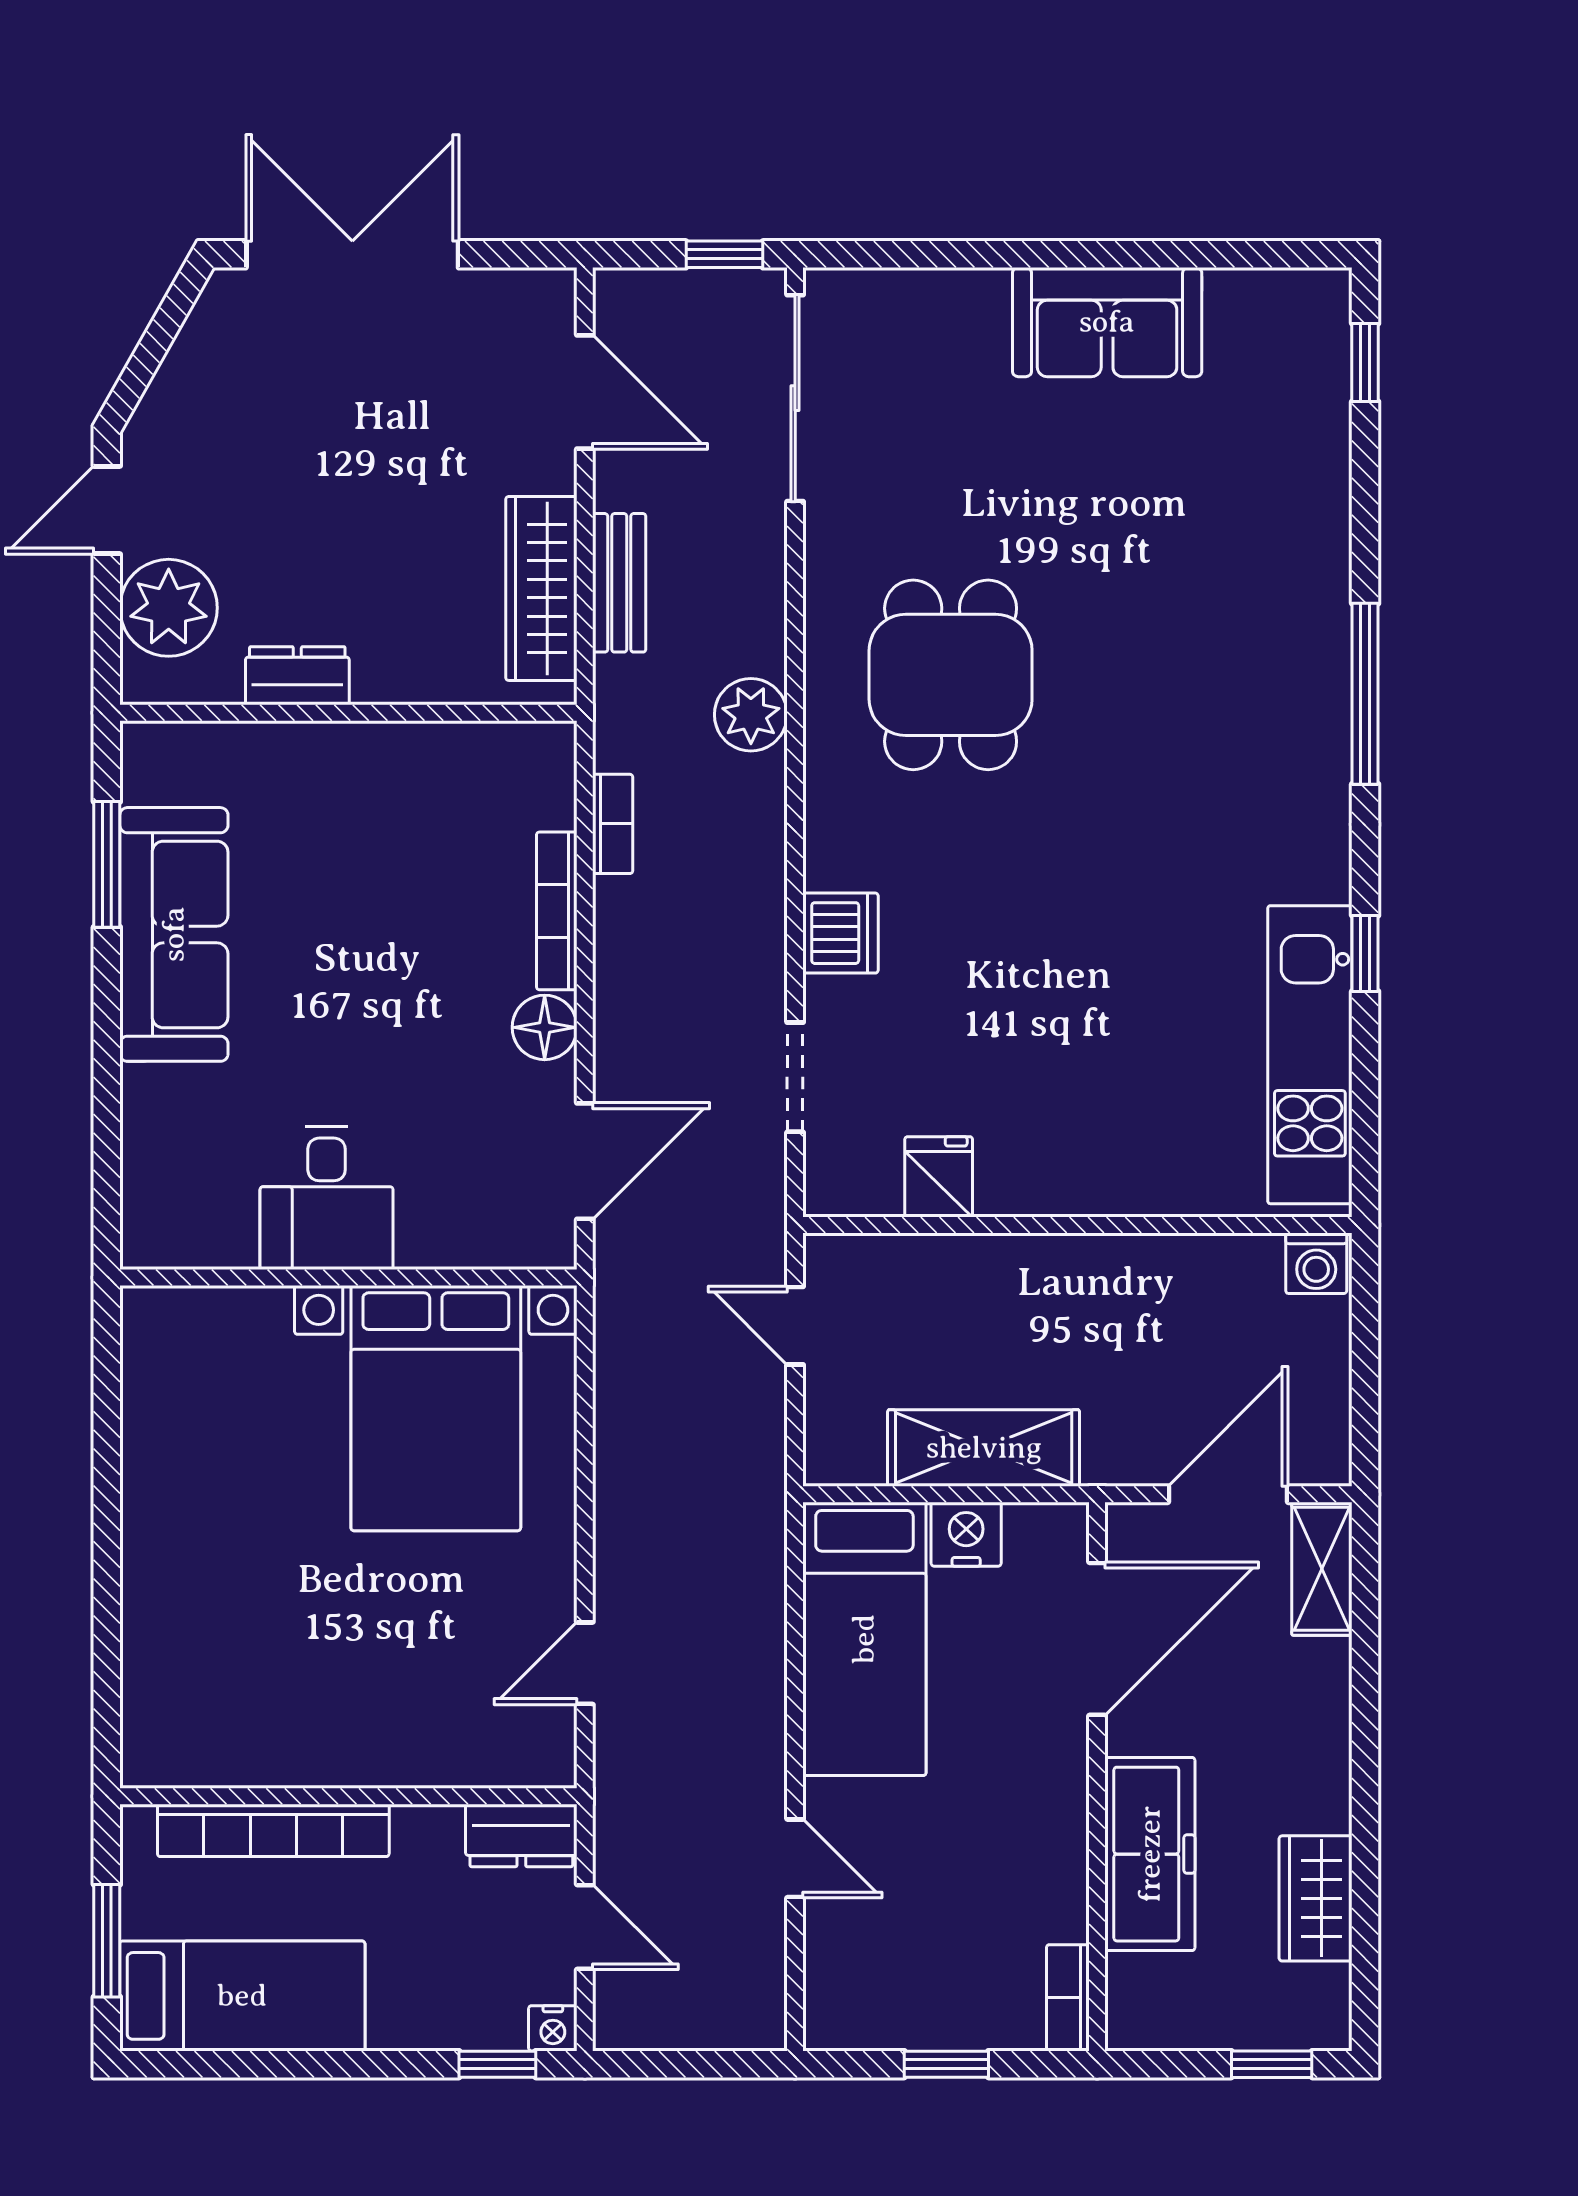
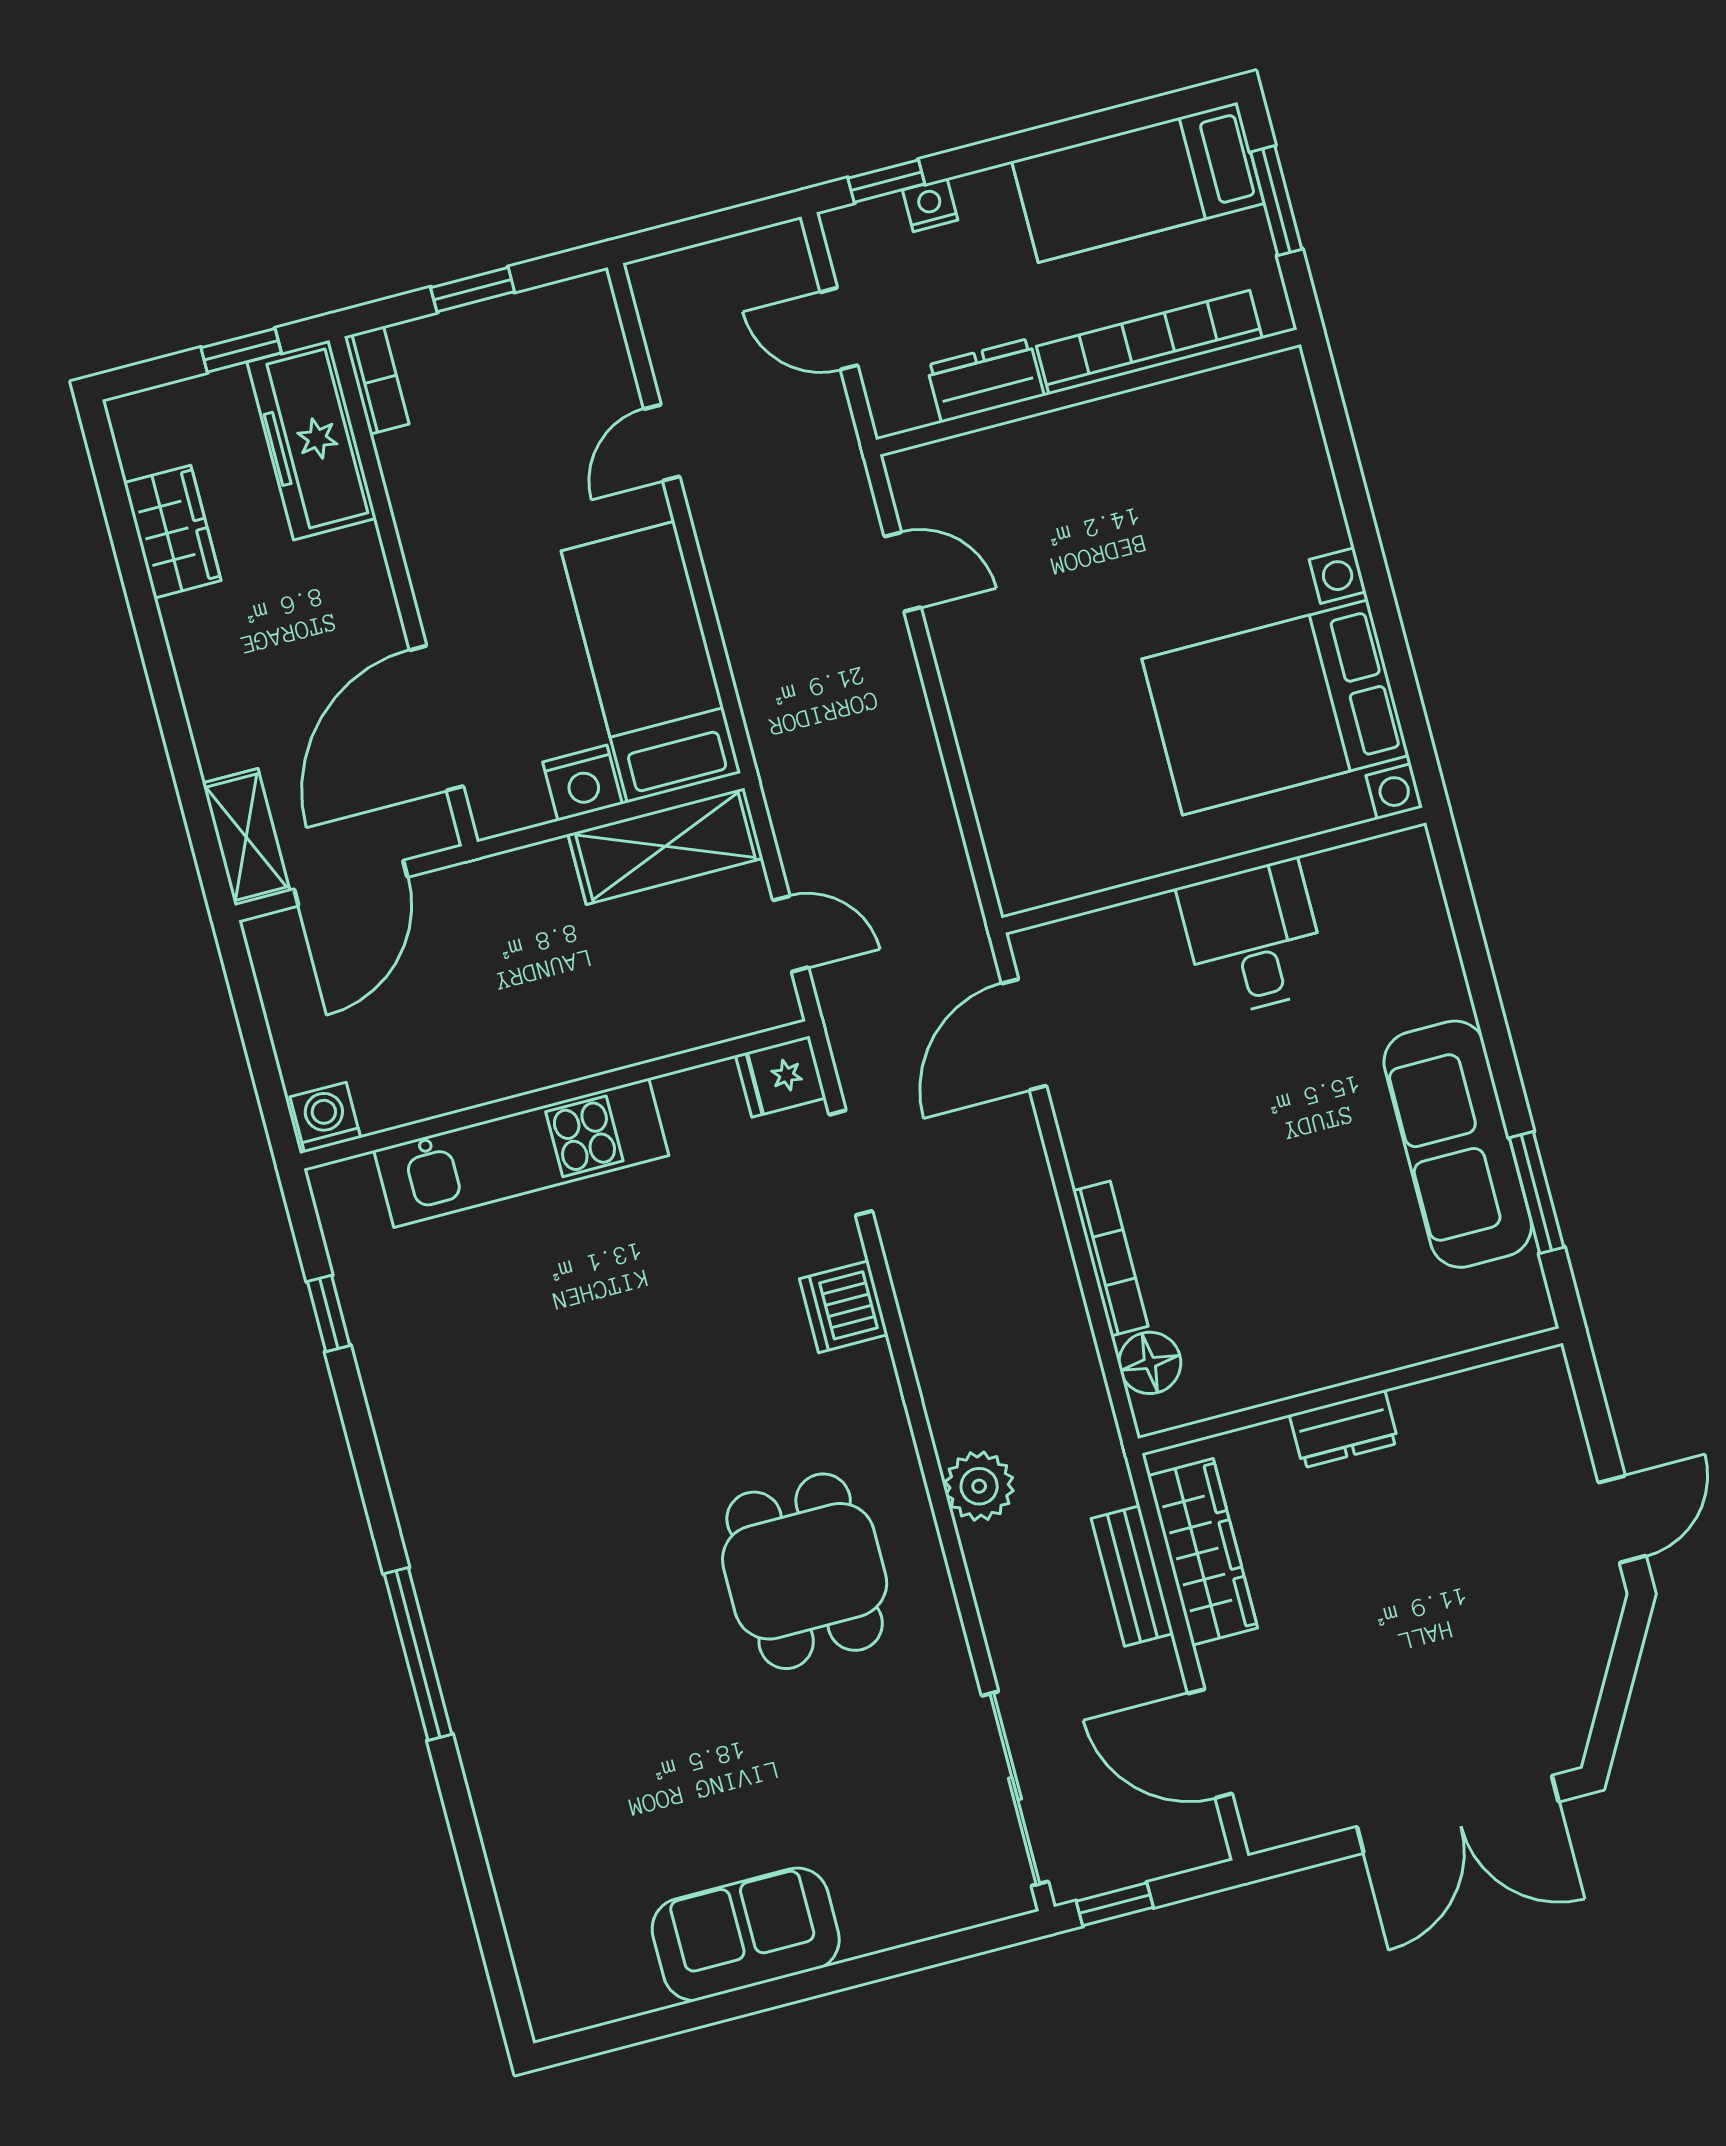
window: (1365, 363) -> (498, 1959), removed
plant: (169, 608) -> (1542, 1444), removed
dresser: (297, 676) -> (1344, 1429), moved
bookcase: (613, 824) -> (1080, 1352), removed
window: (1365, 953) -> (329, 1314), moved
floor lamp: (545, 1027) -> (1150, 1363), moved
kitchen unit: (1310, 1055) -> (521, 1153), moved, turned 90
fridge: (939, 1177) -> (781, 1077), moved, turned 90
bed with nightstands: (436, 1408) -> (1275, 707), moved, turned -90
shelving: (984, 1448) -> (665, 846), moved
door: (585, 1663) -> (903, 572), hinge flipped
dresser: (521, 1835) -> (985, 380), moved
freezer: (1150, 1854) -> (312, 440), moved
door: (795, 1858) -> (662, 443), hinge flipped
nightstand: (553, 2028) -> (930, 205), moved
window: (1272, 2064) -> (241, 350), moved

